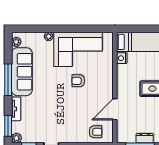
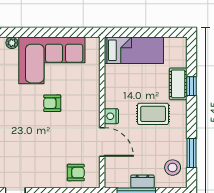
nightstand: (122, 58) -> (111, 116), moved
door: (115, 109) -> (102, 142), swing flipped

